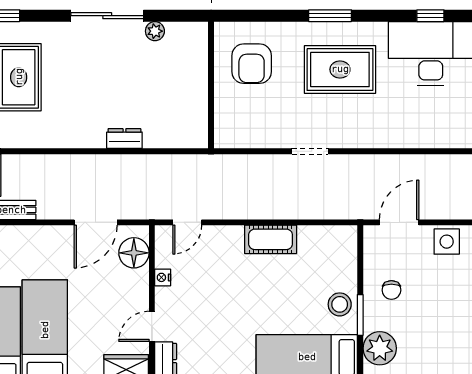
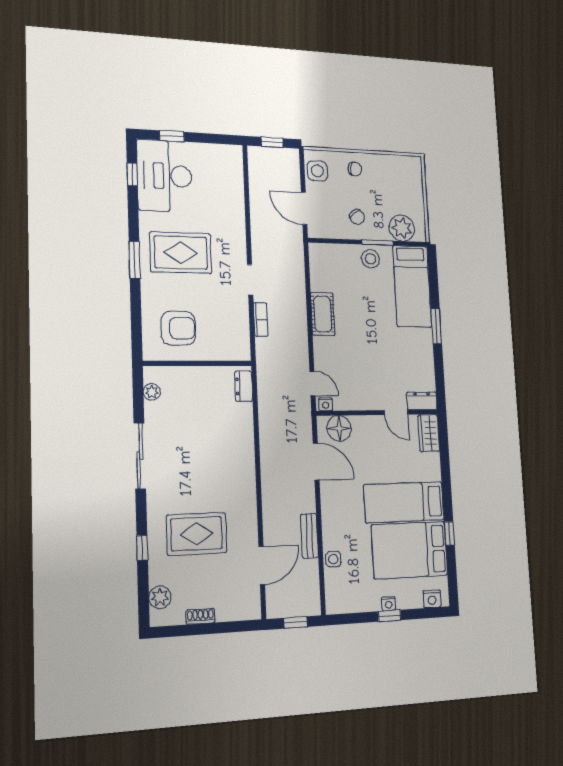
plant: (155, 31) -> (152, 392), moved
rug: (340, 69) -> (181, 253), turned 90
dresser: (124, 139) -> (244, 386), moved
bookcase: (263, 162) -> (261, 319), added
nightstand: (163, 277) -> (326, 404), moved
chair: (391, 290) -> (357, 217), turned 54
chair: (452, 290) -> (355, 169), added

